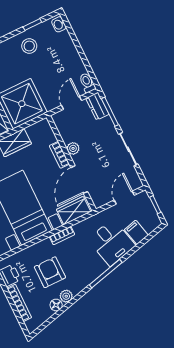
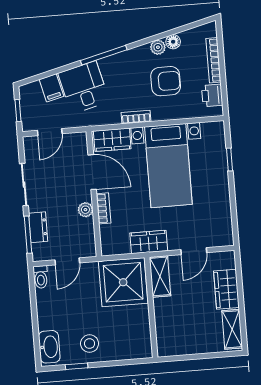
washbasin: (59, 24) -> (49, 347), width x1.91, depth x1.45
dresser: (97, 106) -> (38, 227), moved
door: (79, 180) -> (92, 172), hinge flipped
armchair: (50, 272) -> (166, 81), turned -90

